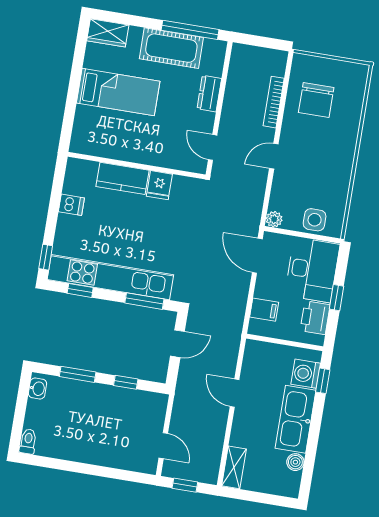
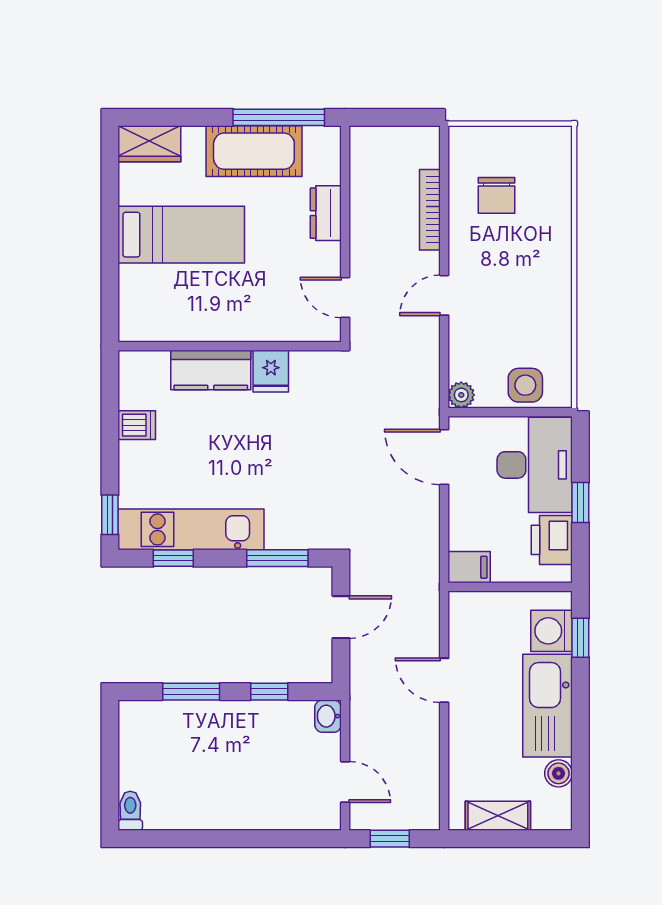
chair: (316, 100) -> (496, 195), width x0.73, depth x0.73
kitchen unit: (110, 277) -> (191, 529), width x0.73
filing cabinet: (264, 310) -> (469, 567), moved
washbasin: (37, 389) -> (328, 716), moved, turned 180
shelving: (234, 467) -> (498, 816), moved, turned 90

